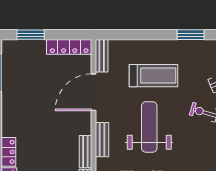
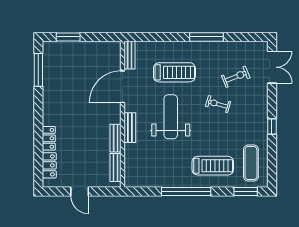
window: (191, 35) -> (207, 37), width x1.44
locker: (69, 47) -> (101, 47), removed

